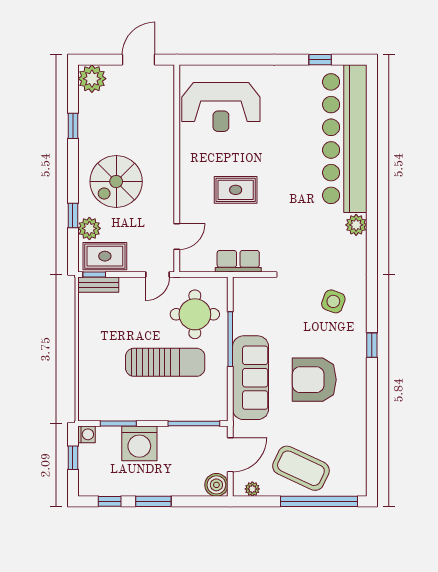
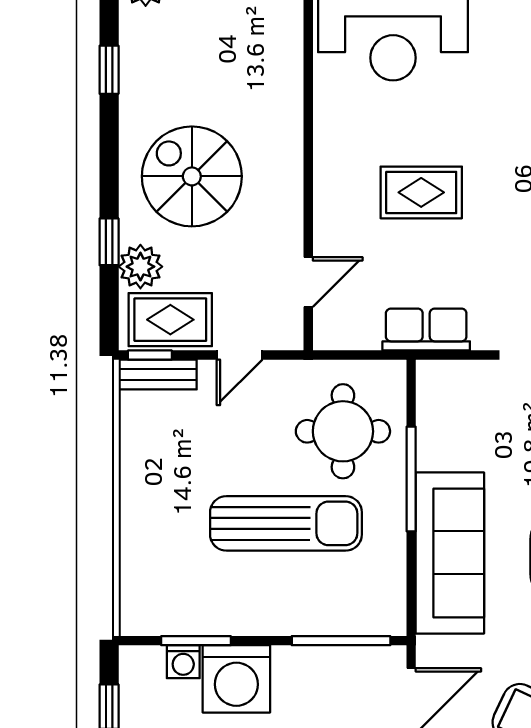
spiral stairs: (116, 182) -> (192, 176), turned 90
door: (158, 275) -> (239, 355), moved
washing machine: (87, 434) -> (183, 662), moved, turned 90

